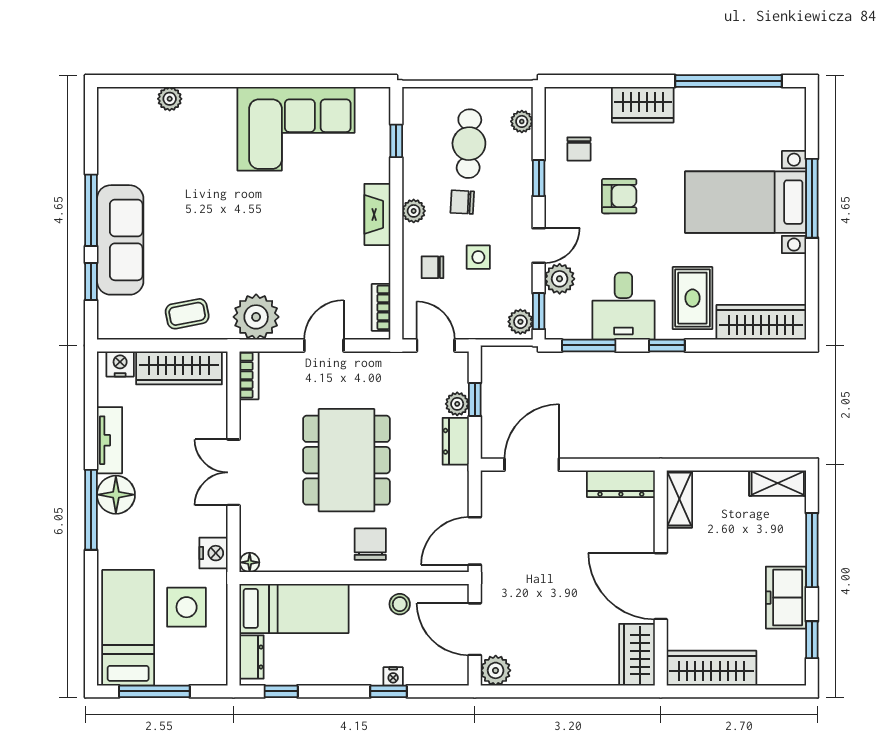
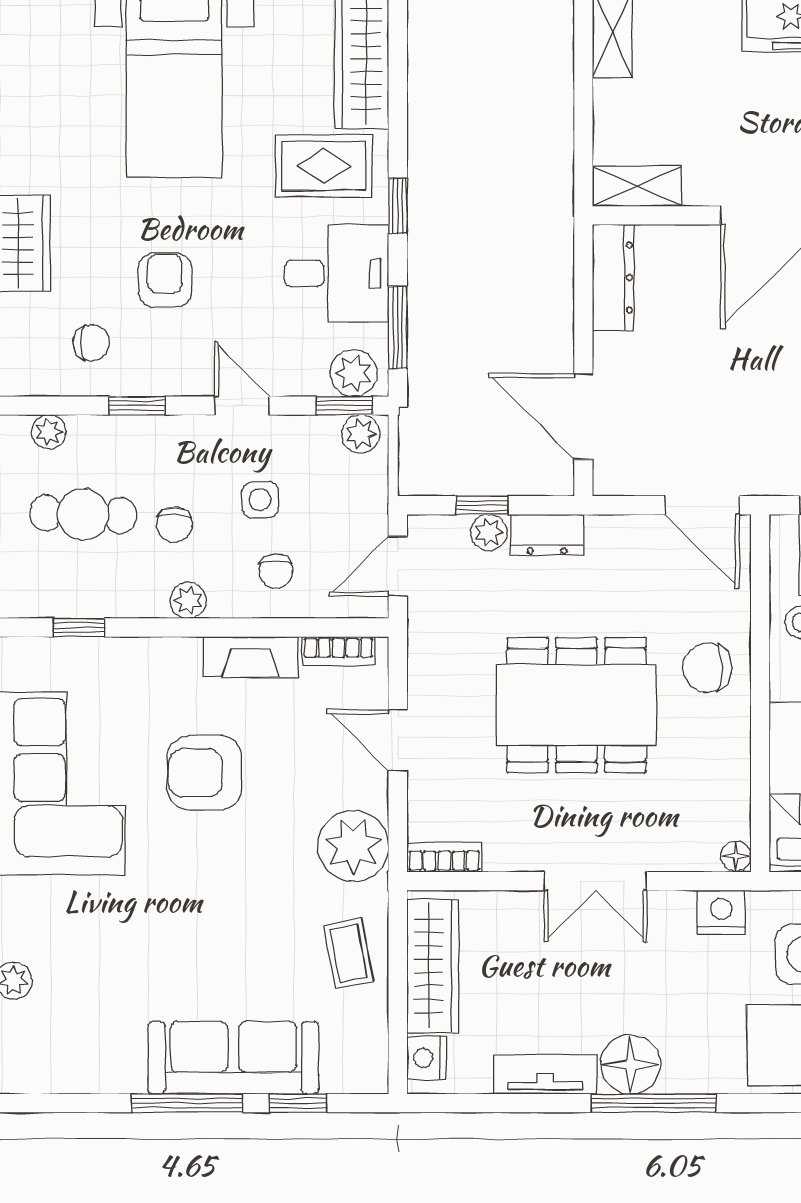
fireplace: (377, 214) -> (251, 657), moved
armchair: (303, 221) -> (204, 773), added
plant: (560, 279) -> (354, 373), moved

